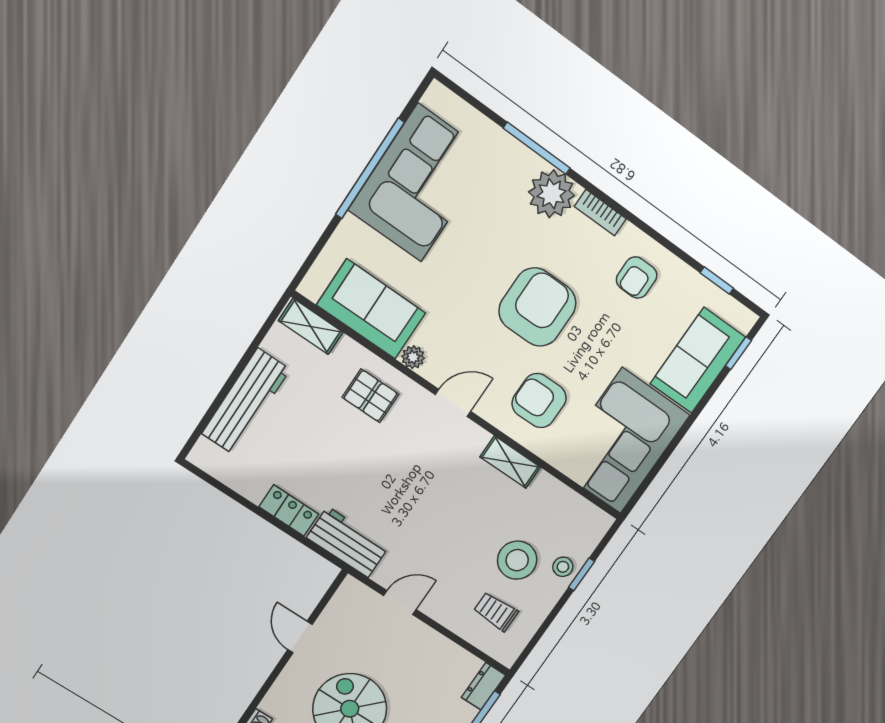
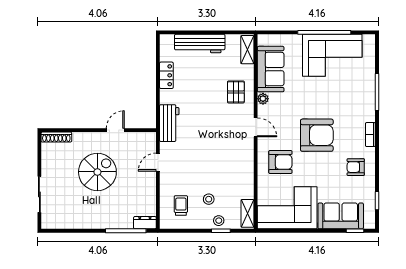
plant: (552, 194) -> (364, 110), removed
armchair: (539, 401) -> (280, 162), turned 90
shelving: (510, 462) -> (247, 213), moved
locker: (289, 511) -> (166, 75), moved
stool: (517, 560) -> (209, 199), width x0.53, depth x0.53
door: (400, 603) -> (158, 162), swing flipped

